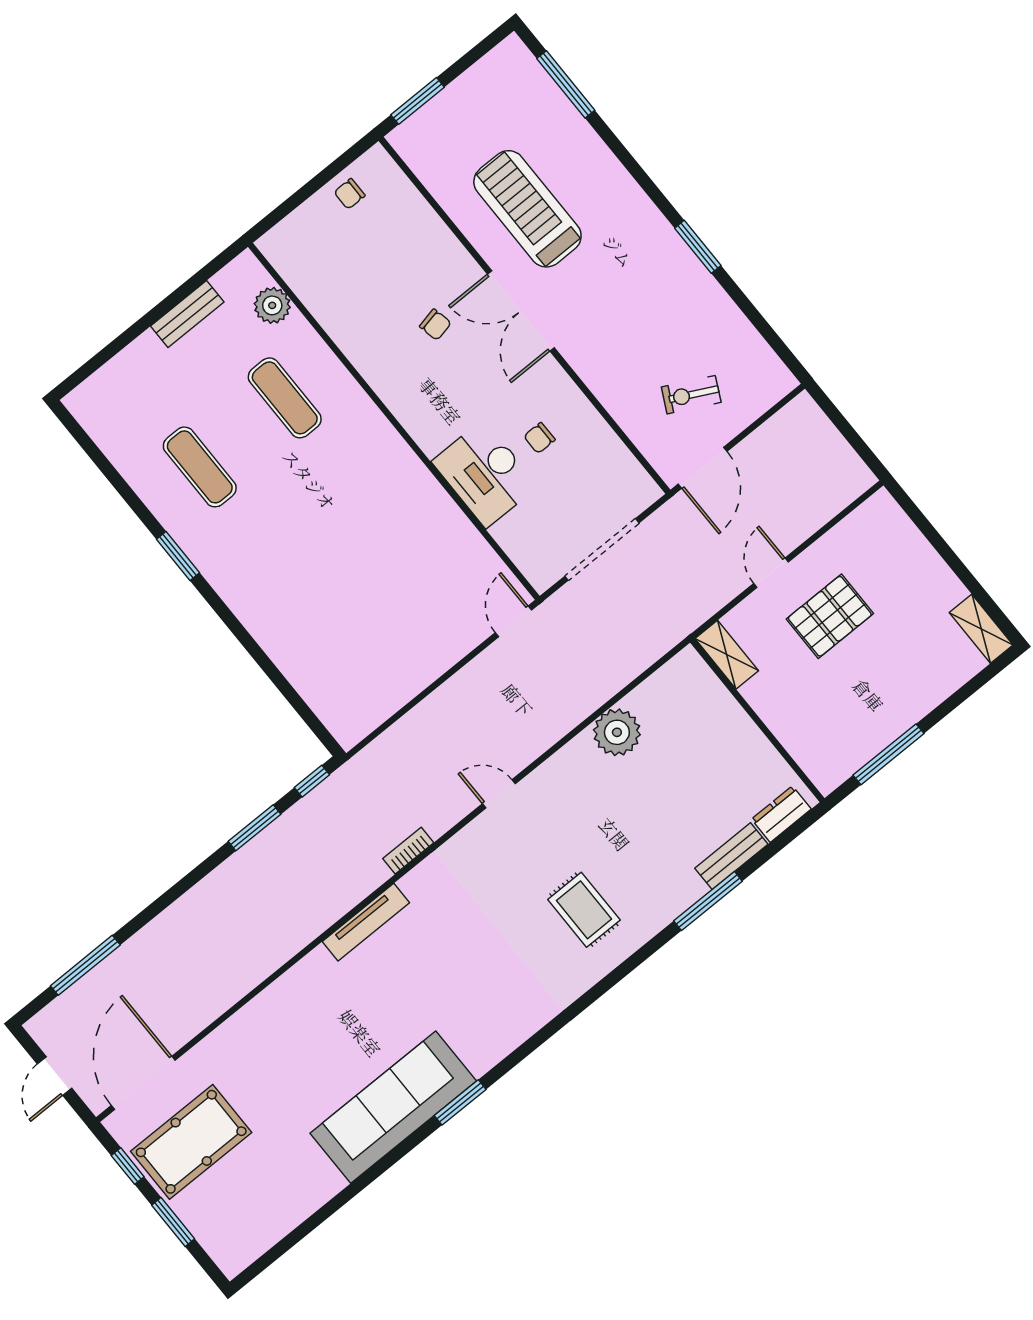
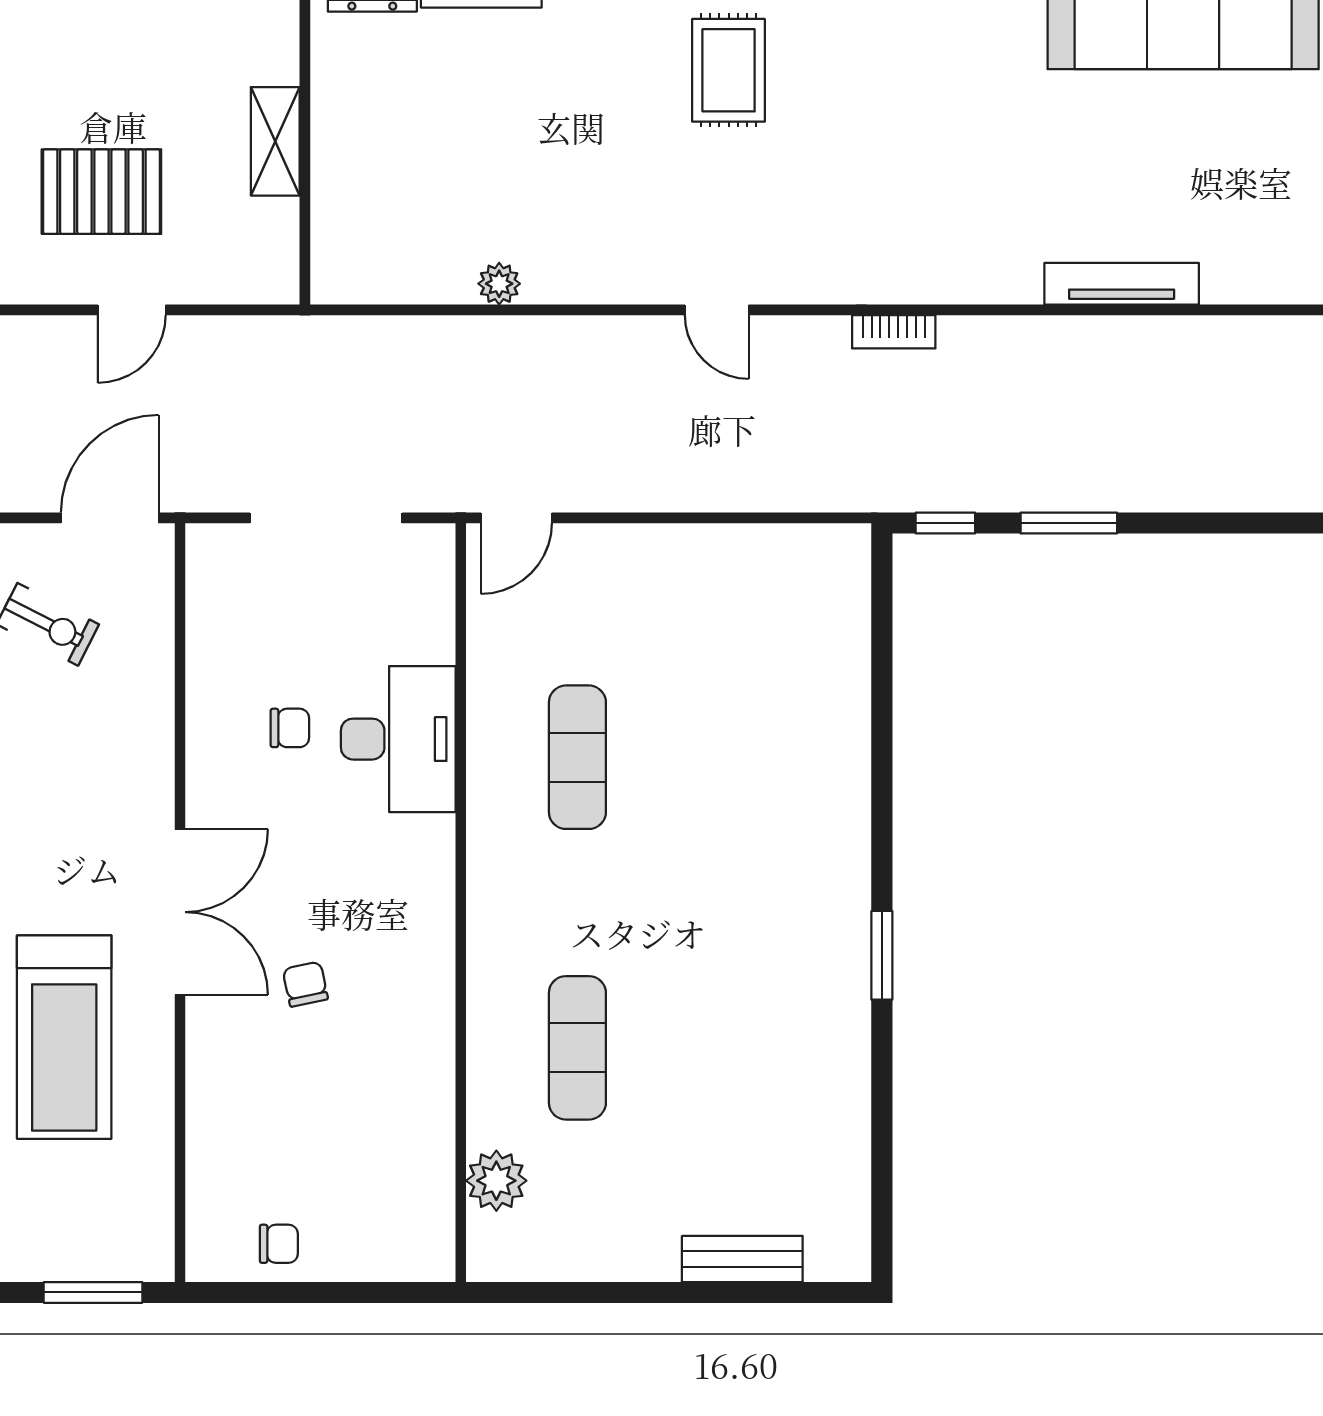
bench: (187, 314) -> (742, 1259), moved
exercise mat: (200, 467) -> (577, 757), moved
shelving: (727, 655) -> (275, 141), moved
plant: (617, 732) -> (499, 284), width x0.53, depth x0.53
tv unit: (366, 922) -> (1122, 284), moved

